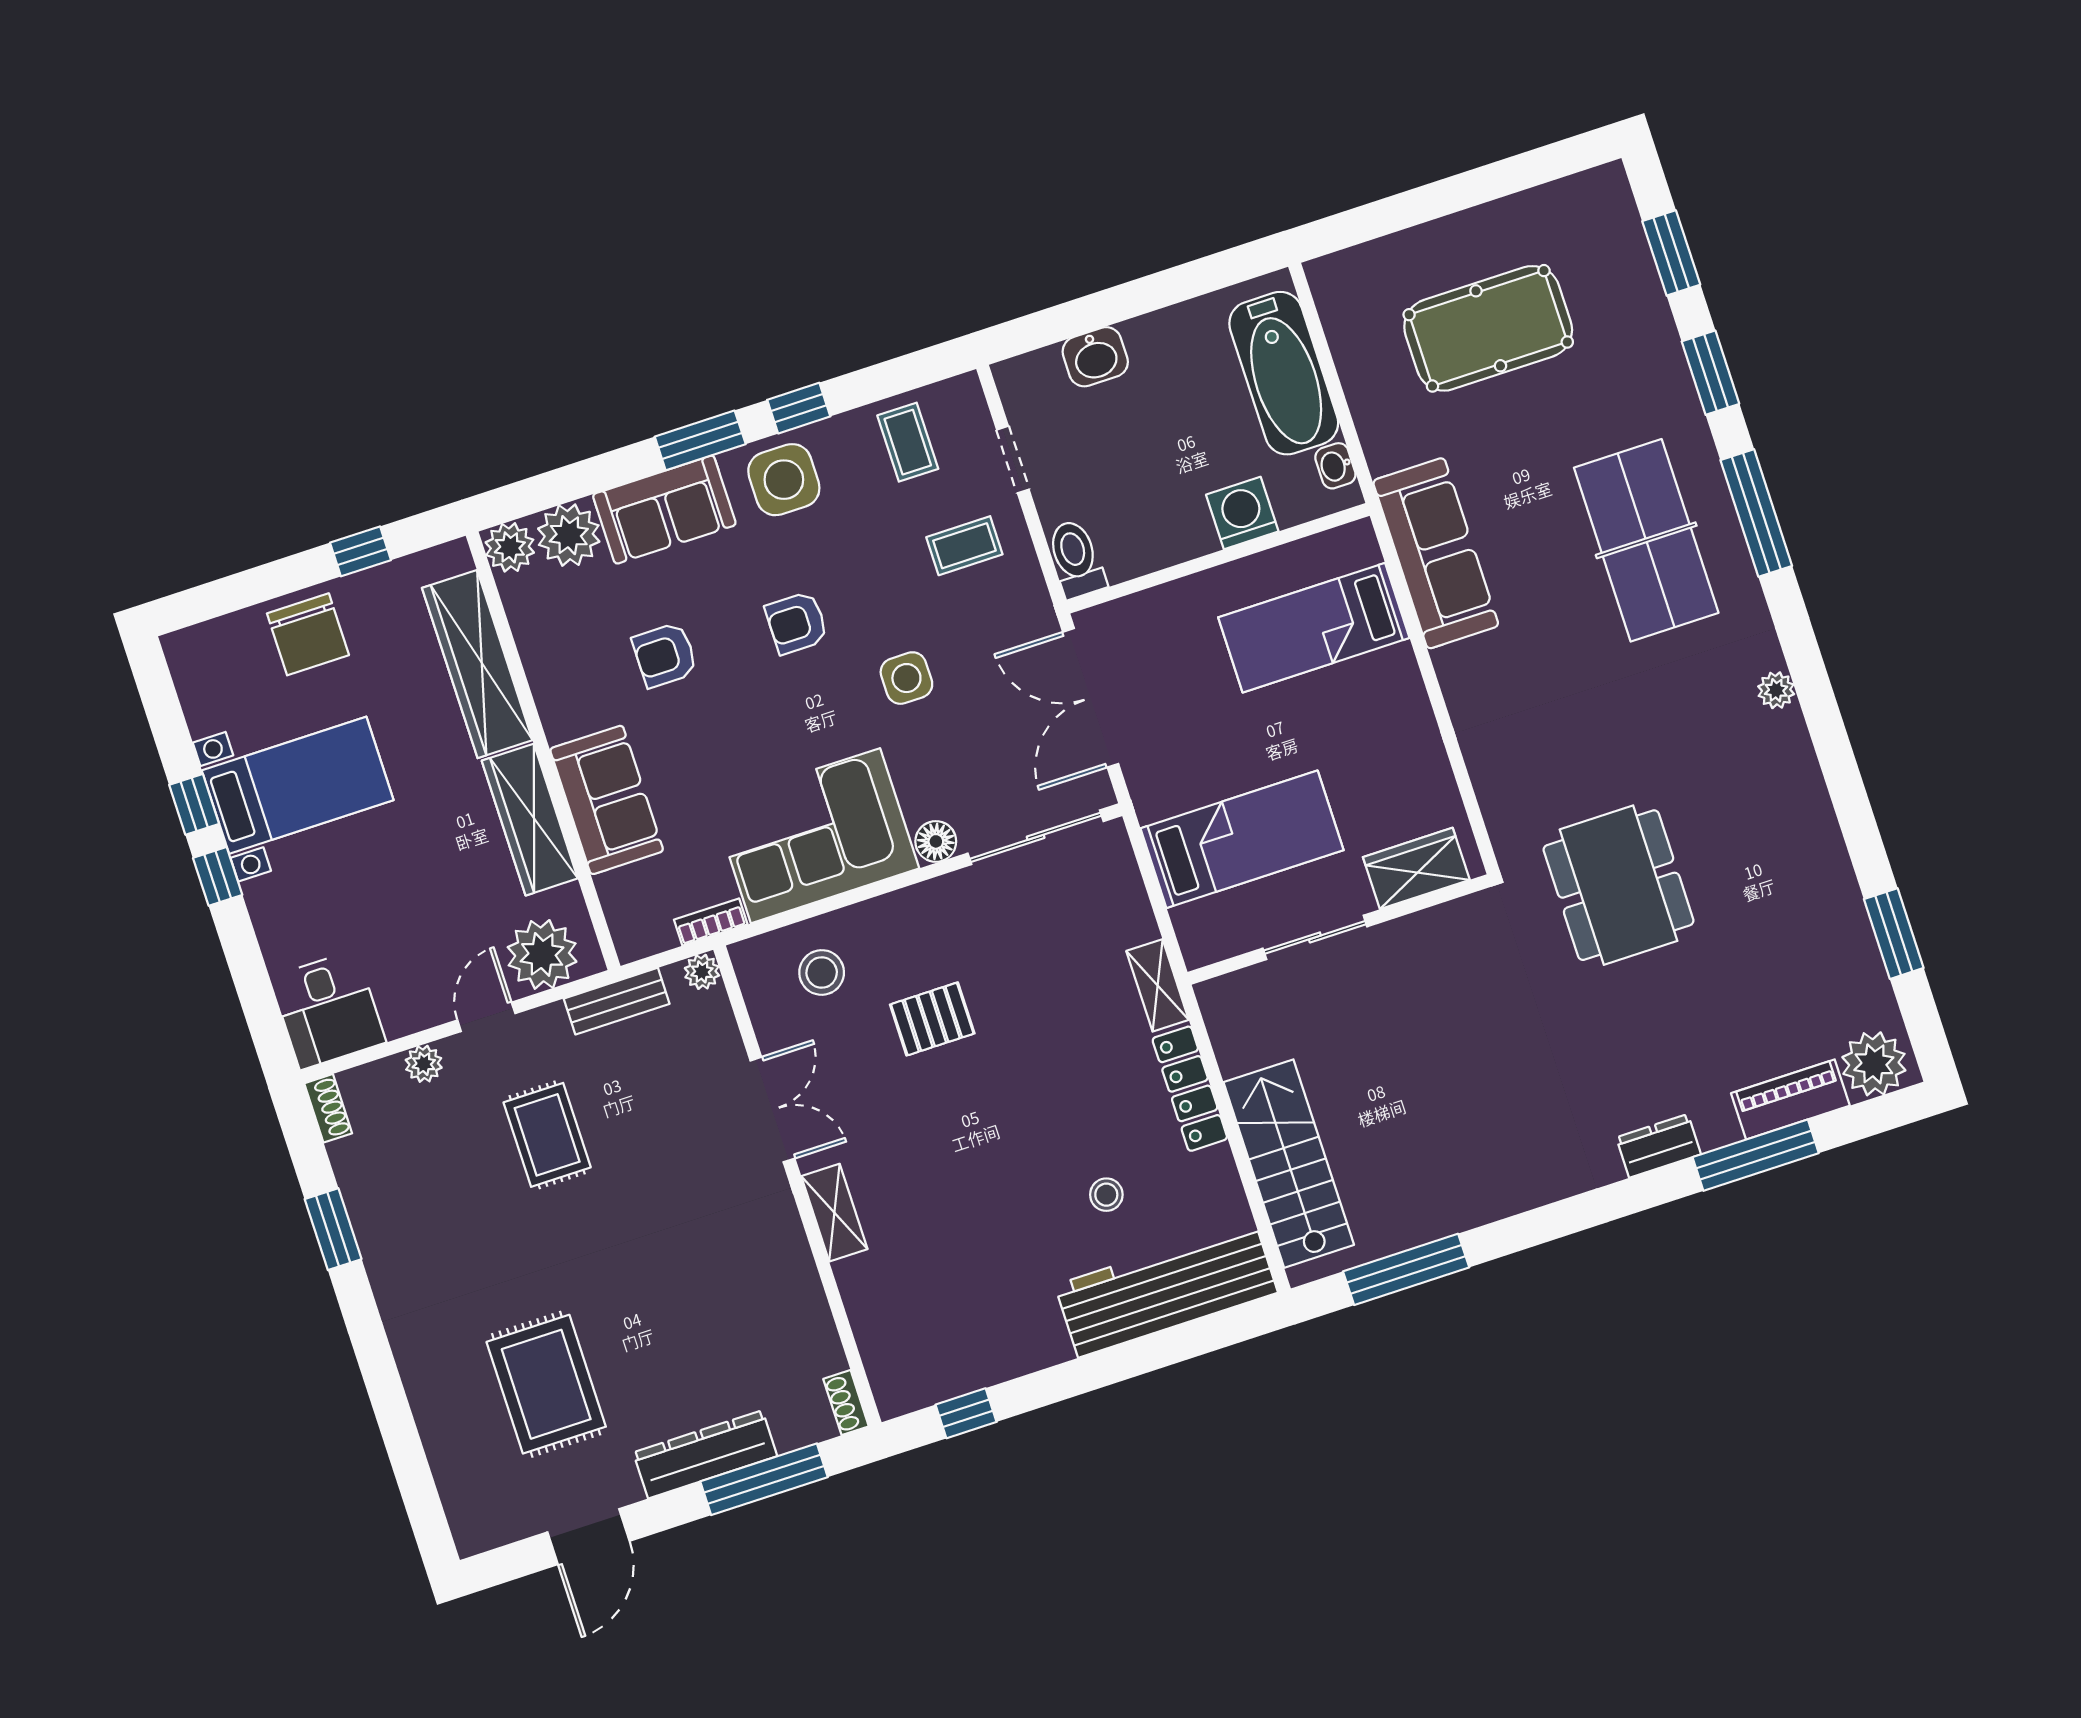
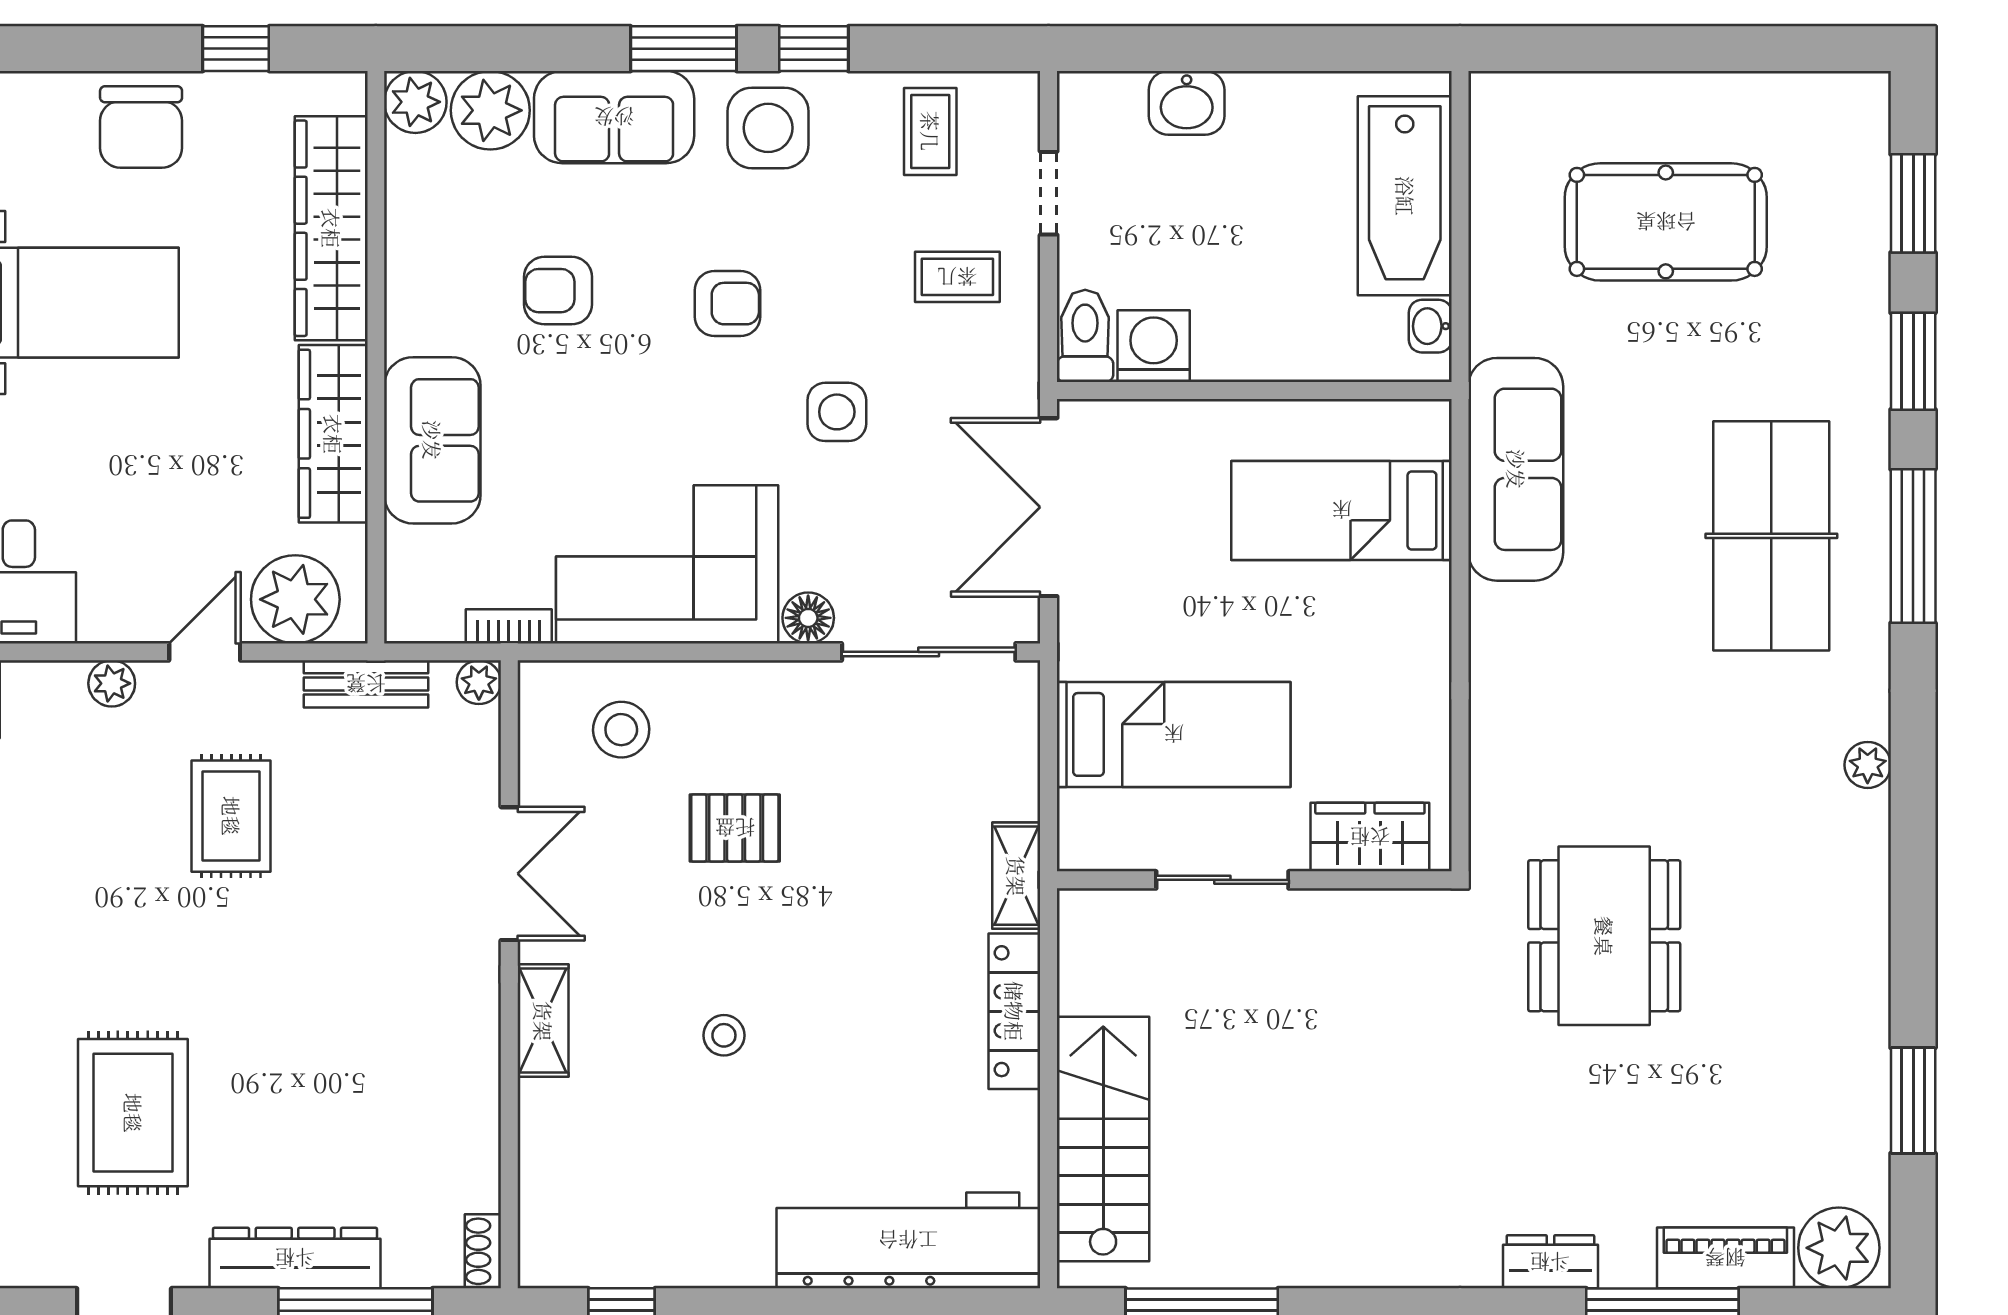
washing machine: (1242, 513) -> (1154, 346), moved
armchair: (797, 623) -> (727, 304), turned 180
stool: (1106, 1195) -> (724, 1035), moved

